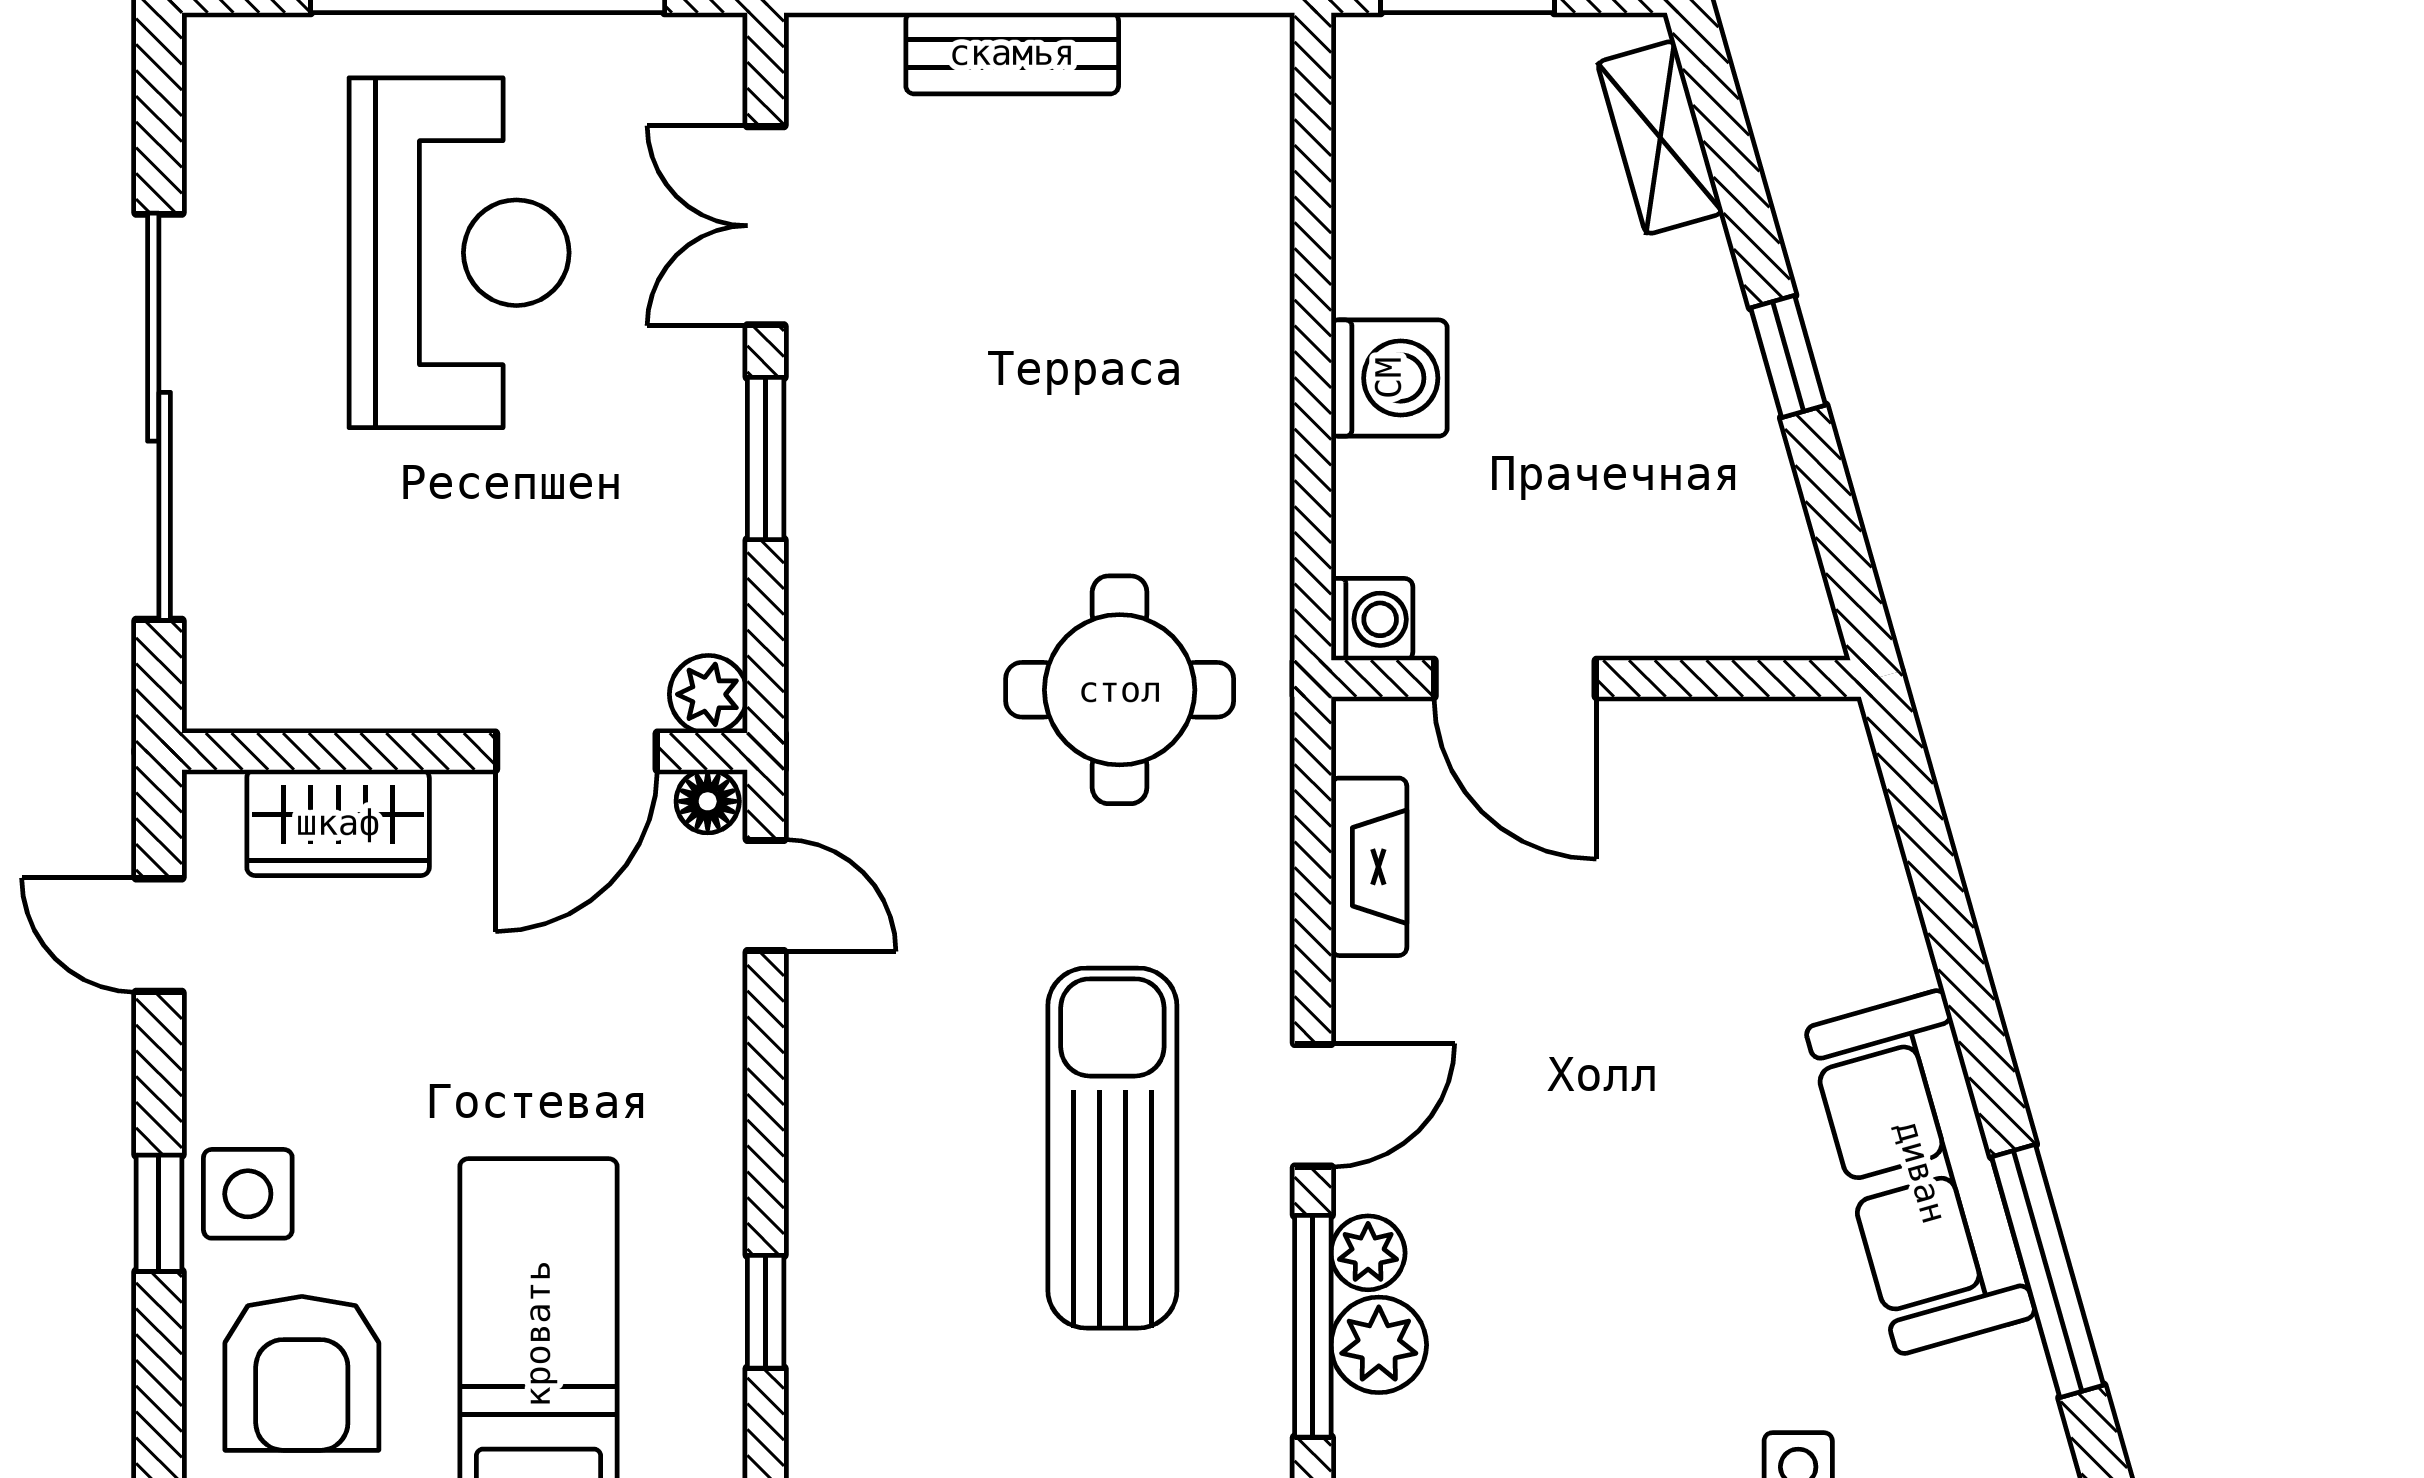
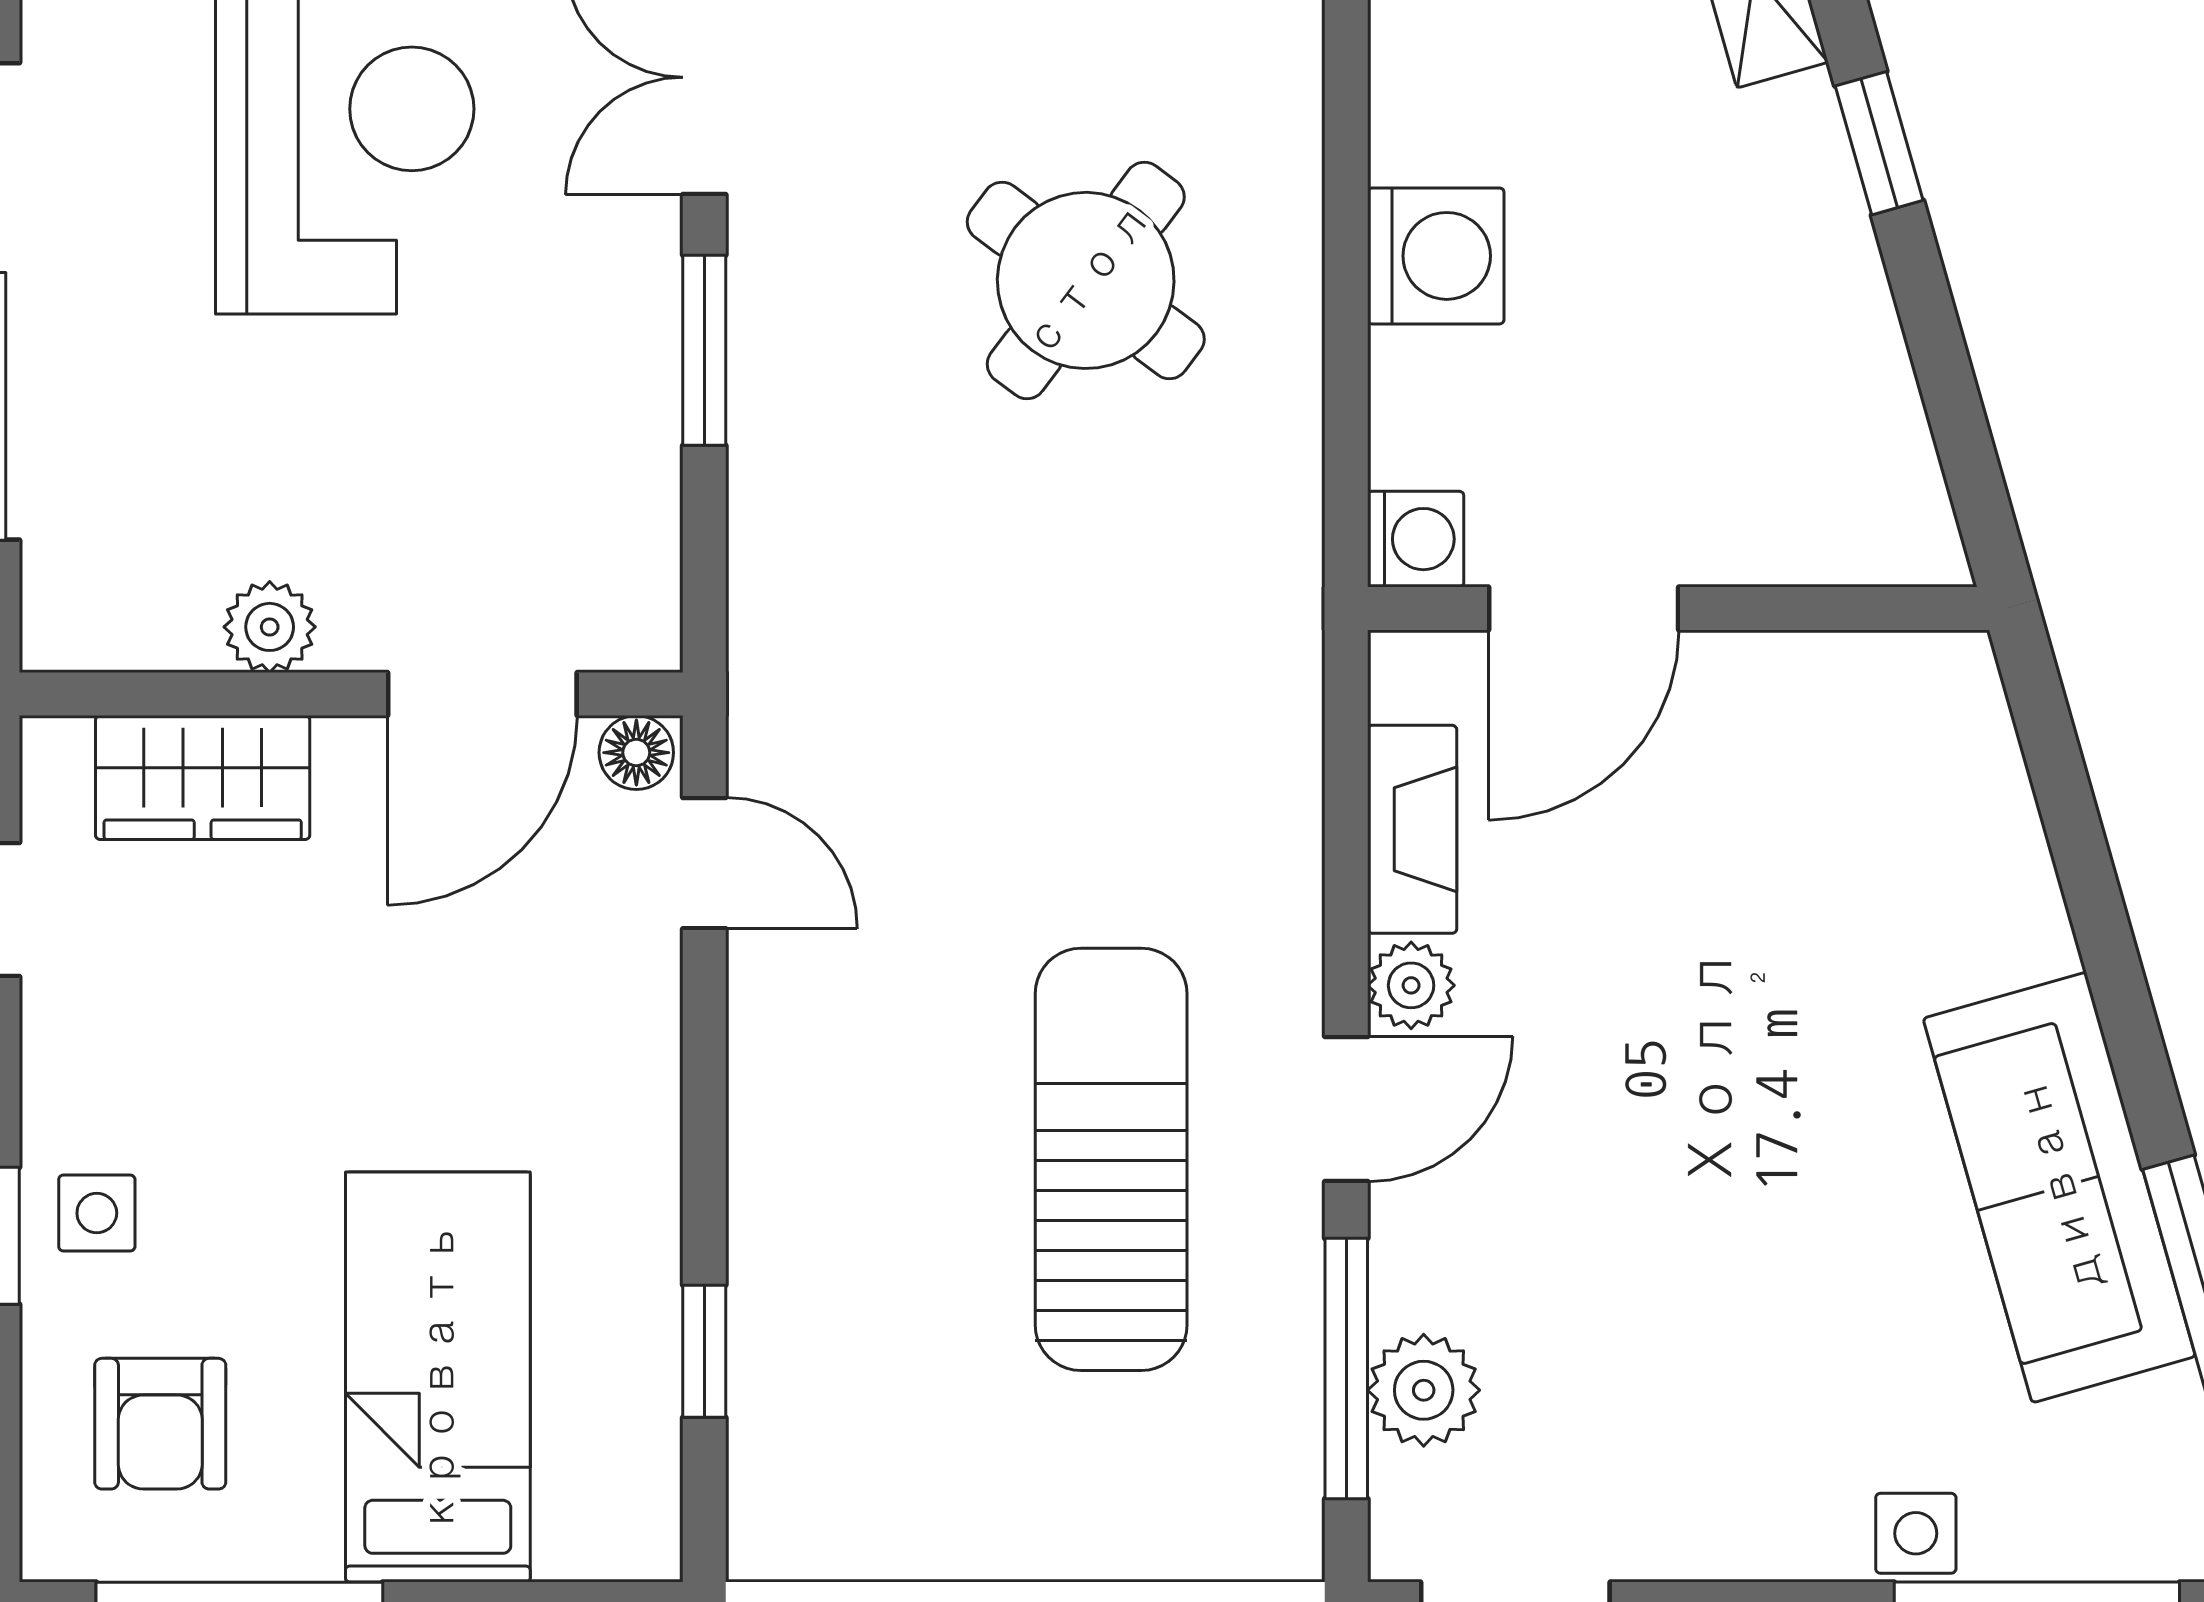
window: (1788, 356) -> (1879, 143), moved
door: (1515, 678) -> (1584, 608), hinge flipped
round table: (1120, 690) -> (1086, 280), moved, turned 37
plant: (708, 694) -> (270, 627), moved
side table: (248, 1194) -> (97, 1213), width x0.73, depth x0.73
plant: (1368, 1253) -> (1411, 985), moved
armchair: (302, 1373) -> (160, 1424), width x0.72, depth x0.72

